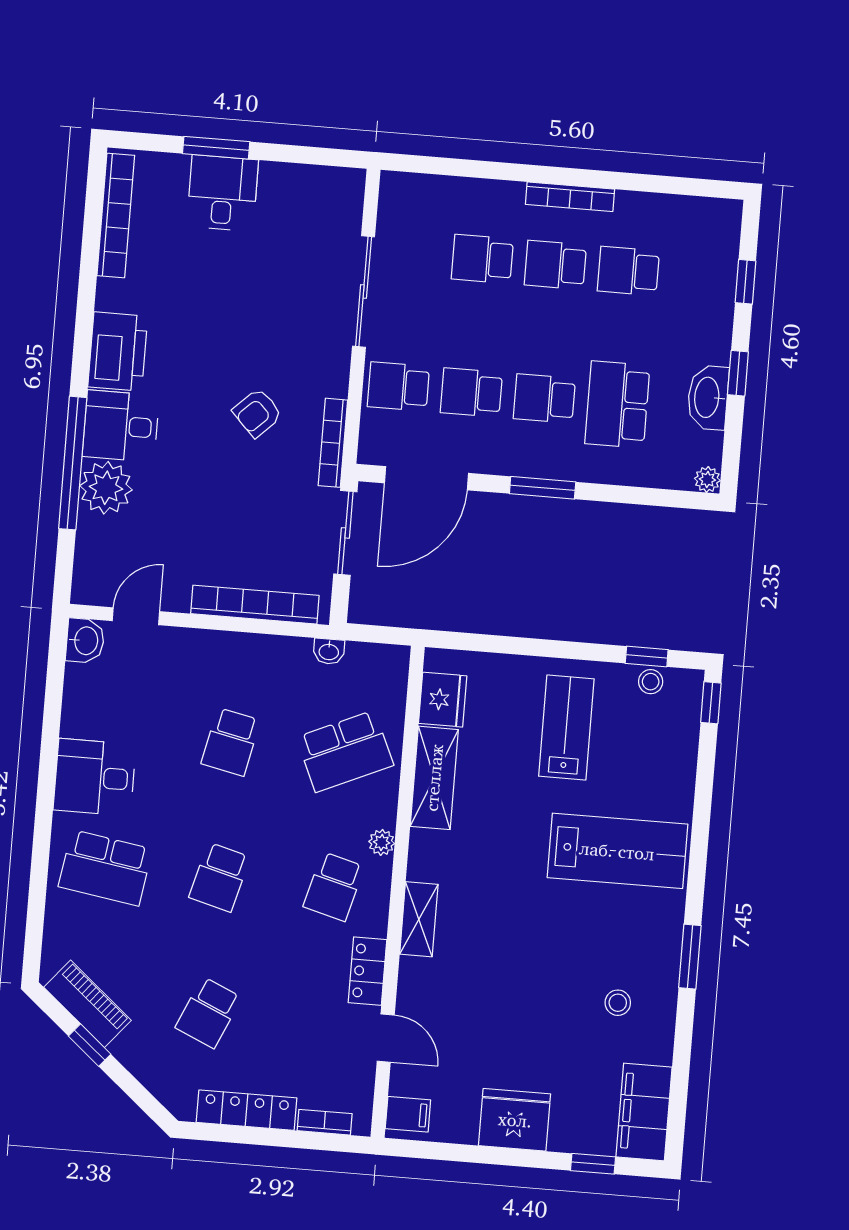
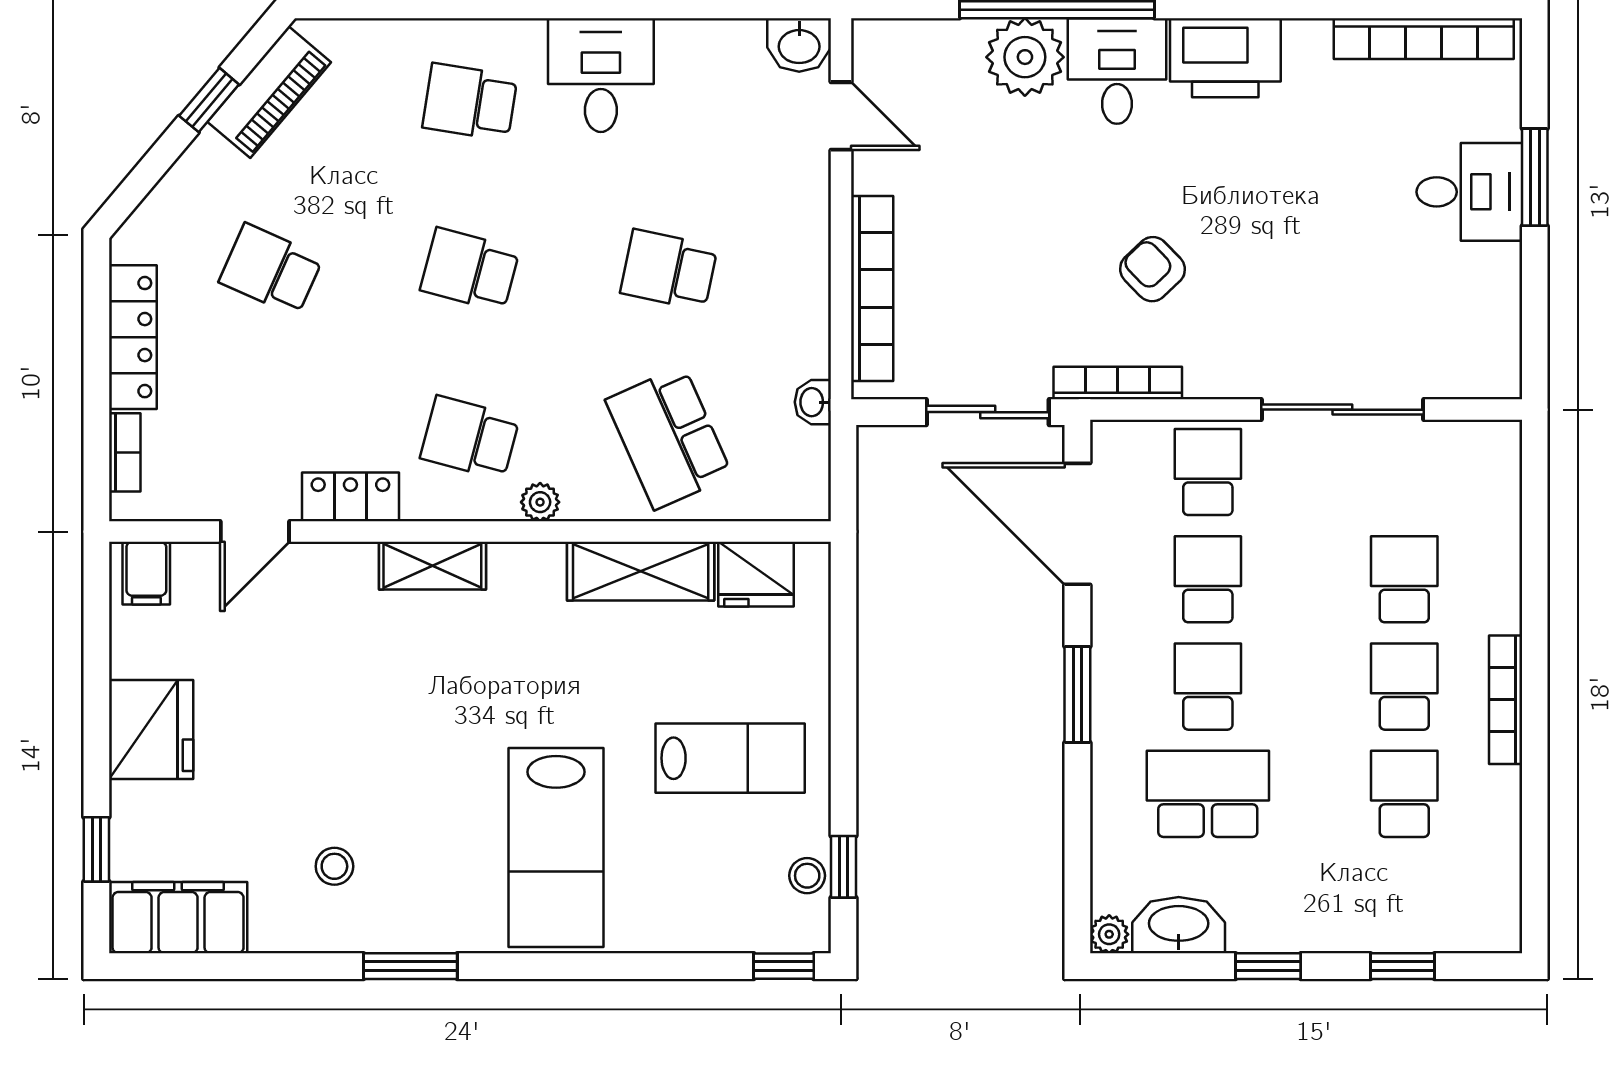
washbasin: (708, 397) -> (1179, 925), moved
school desk: (105, 868) -> (470, 102), width x0.54

